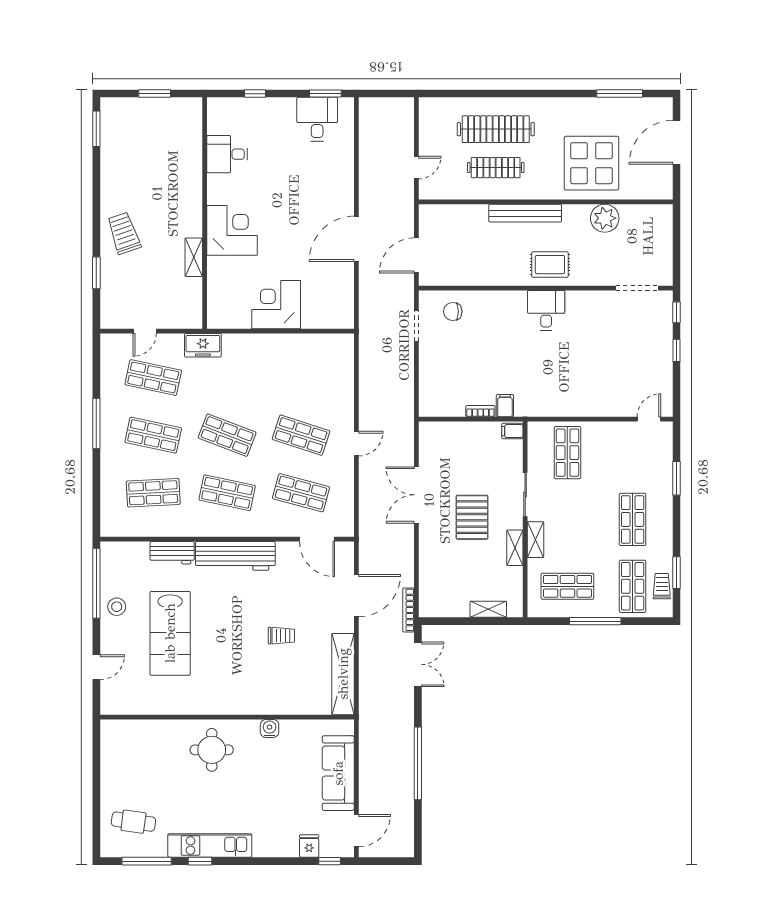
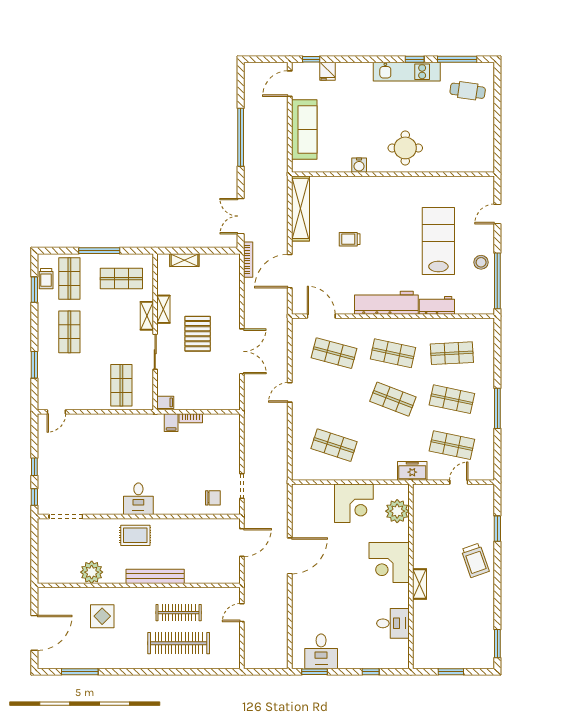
display table: (591, 163) -> (102, 616), width x0.54, depth x0.54
shelving: (194, 257) -> (420, 584), moved
plant: (222, 295) -> (397, 511), added
shop shelf: (301, 435) -> (334, 445), moved

